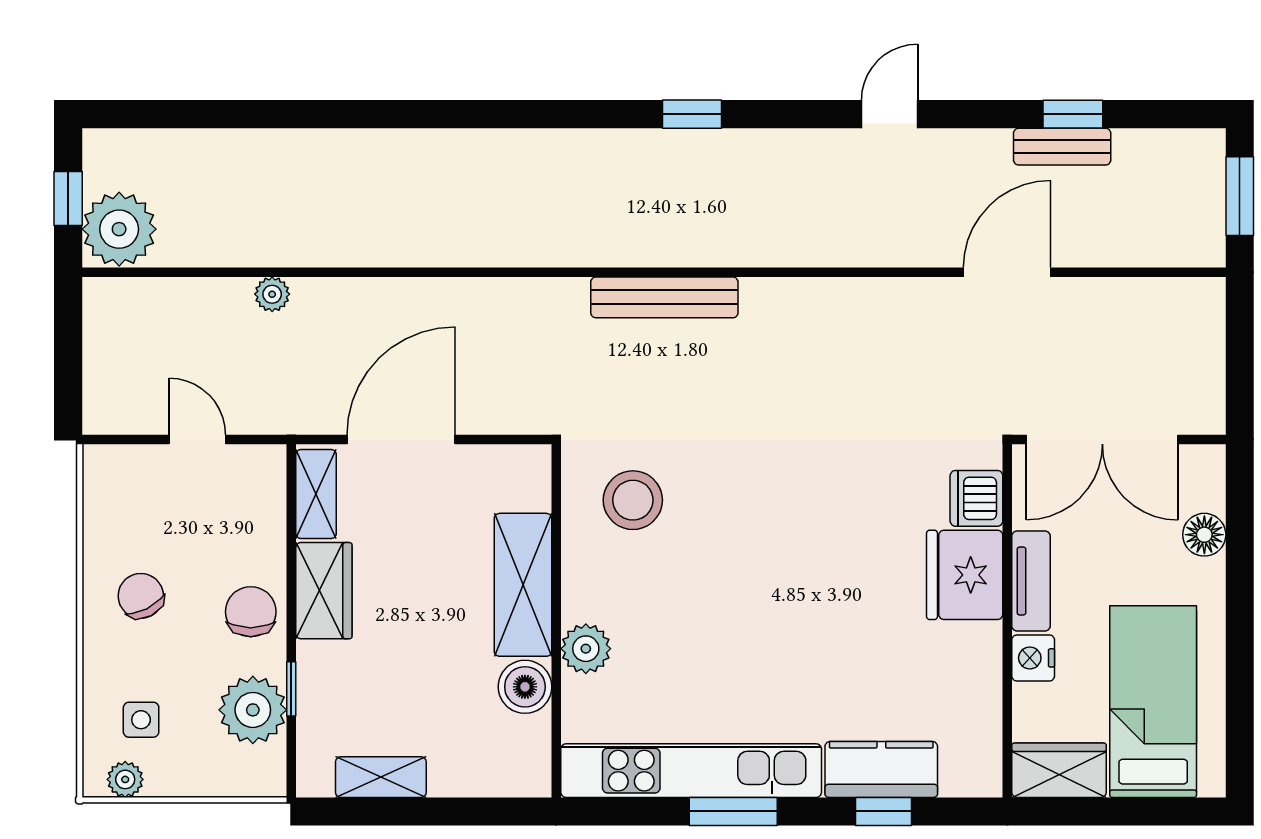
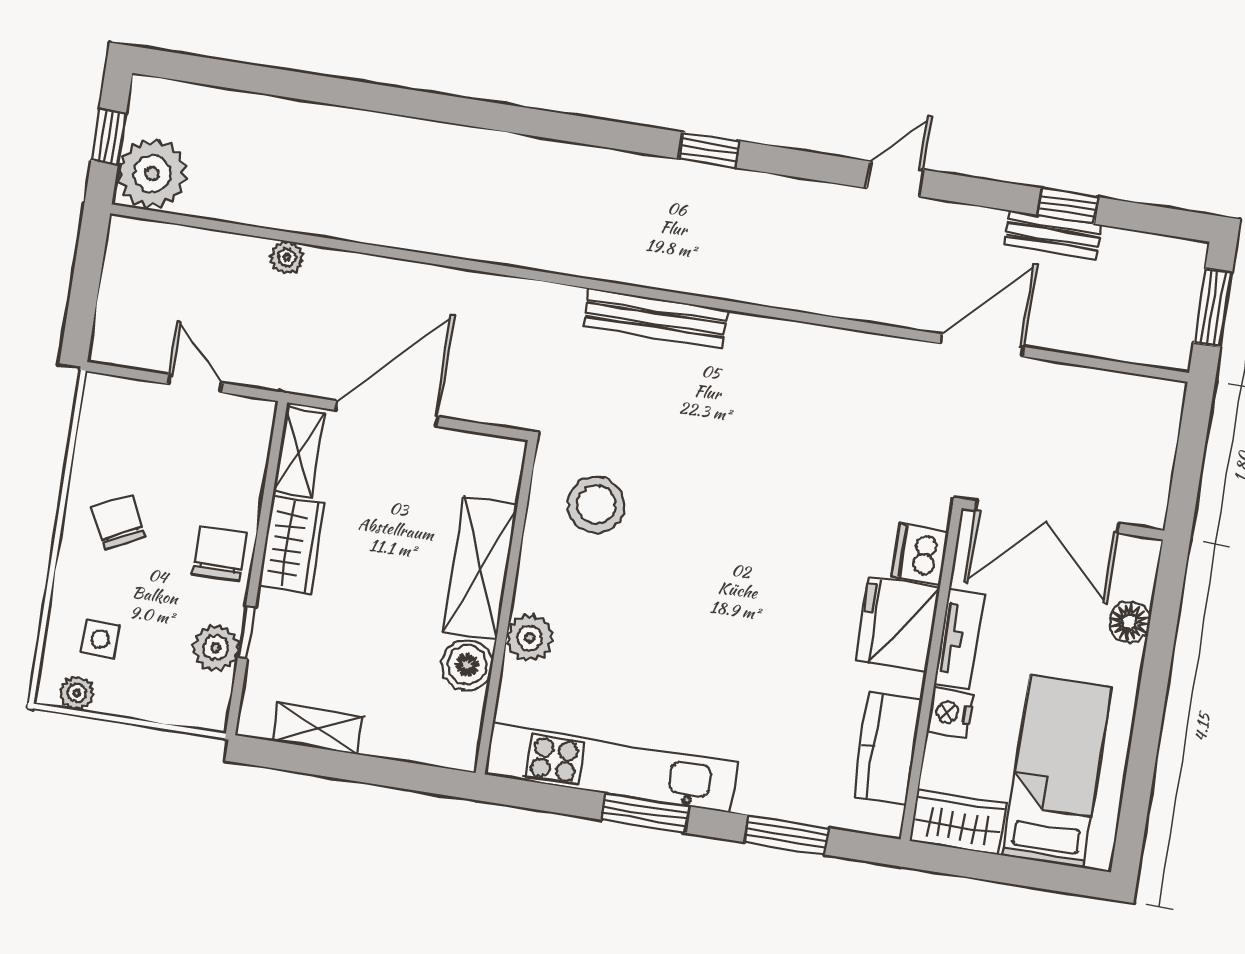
plant: (253, 710) -> (216, 648), width x0.73, depth x0.73
kitchen counter: (881, 769) -> (888, 748), moved, turned -90
window: (884, 811) -> (786, 835), width x1.50

